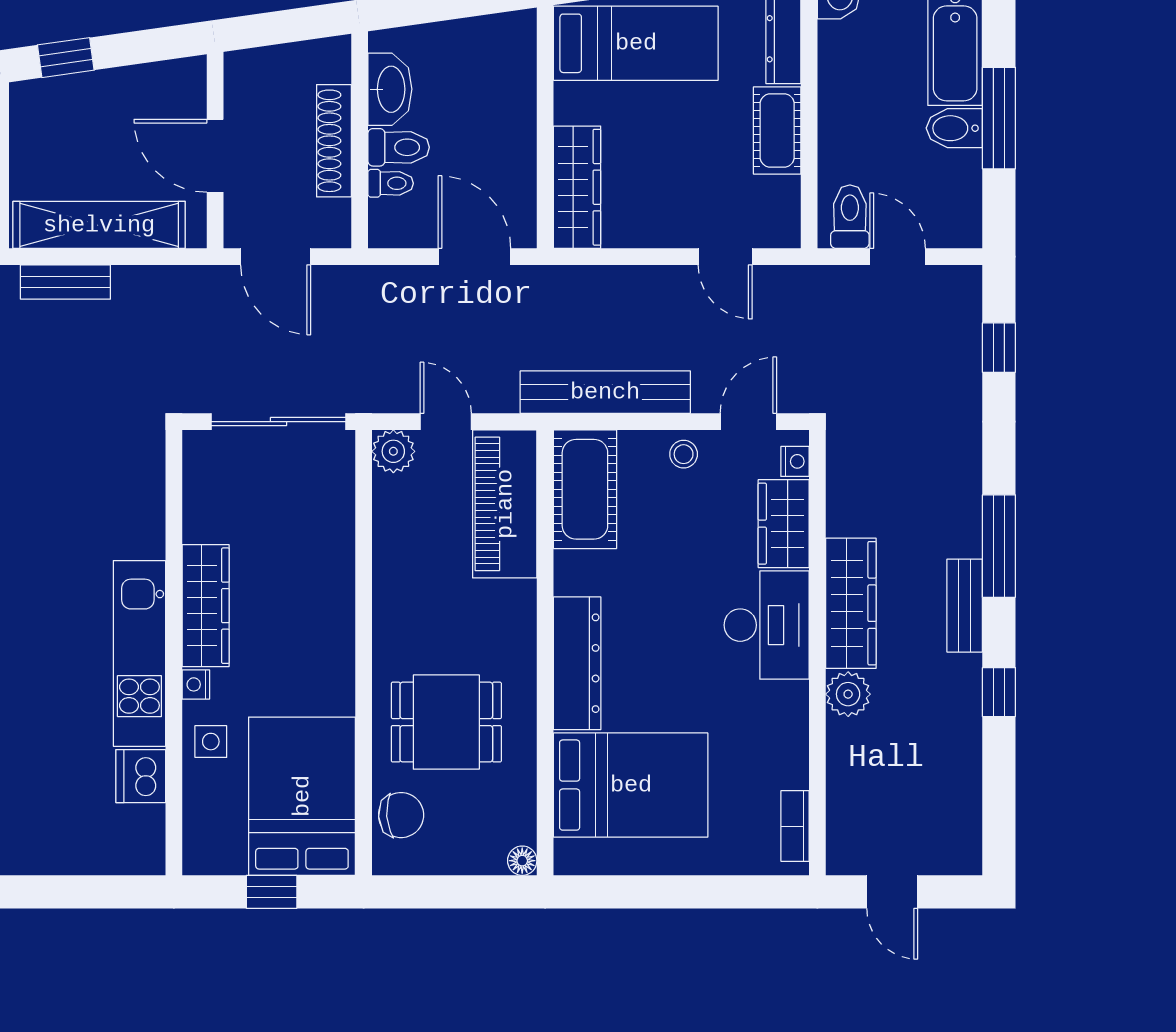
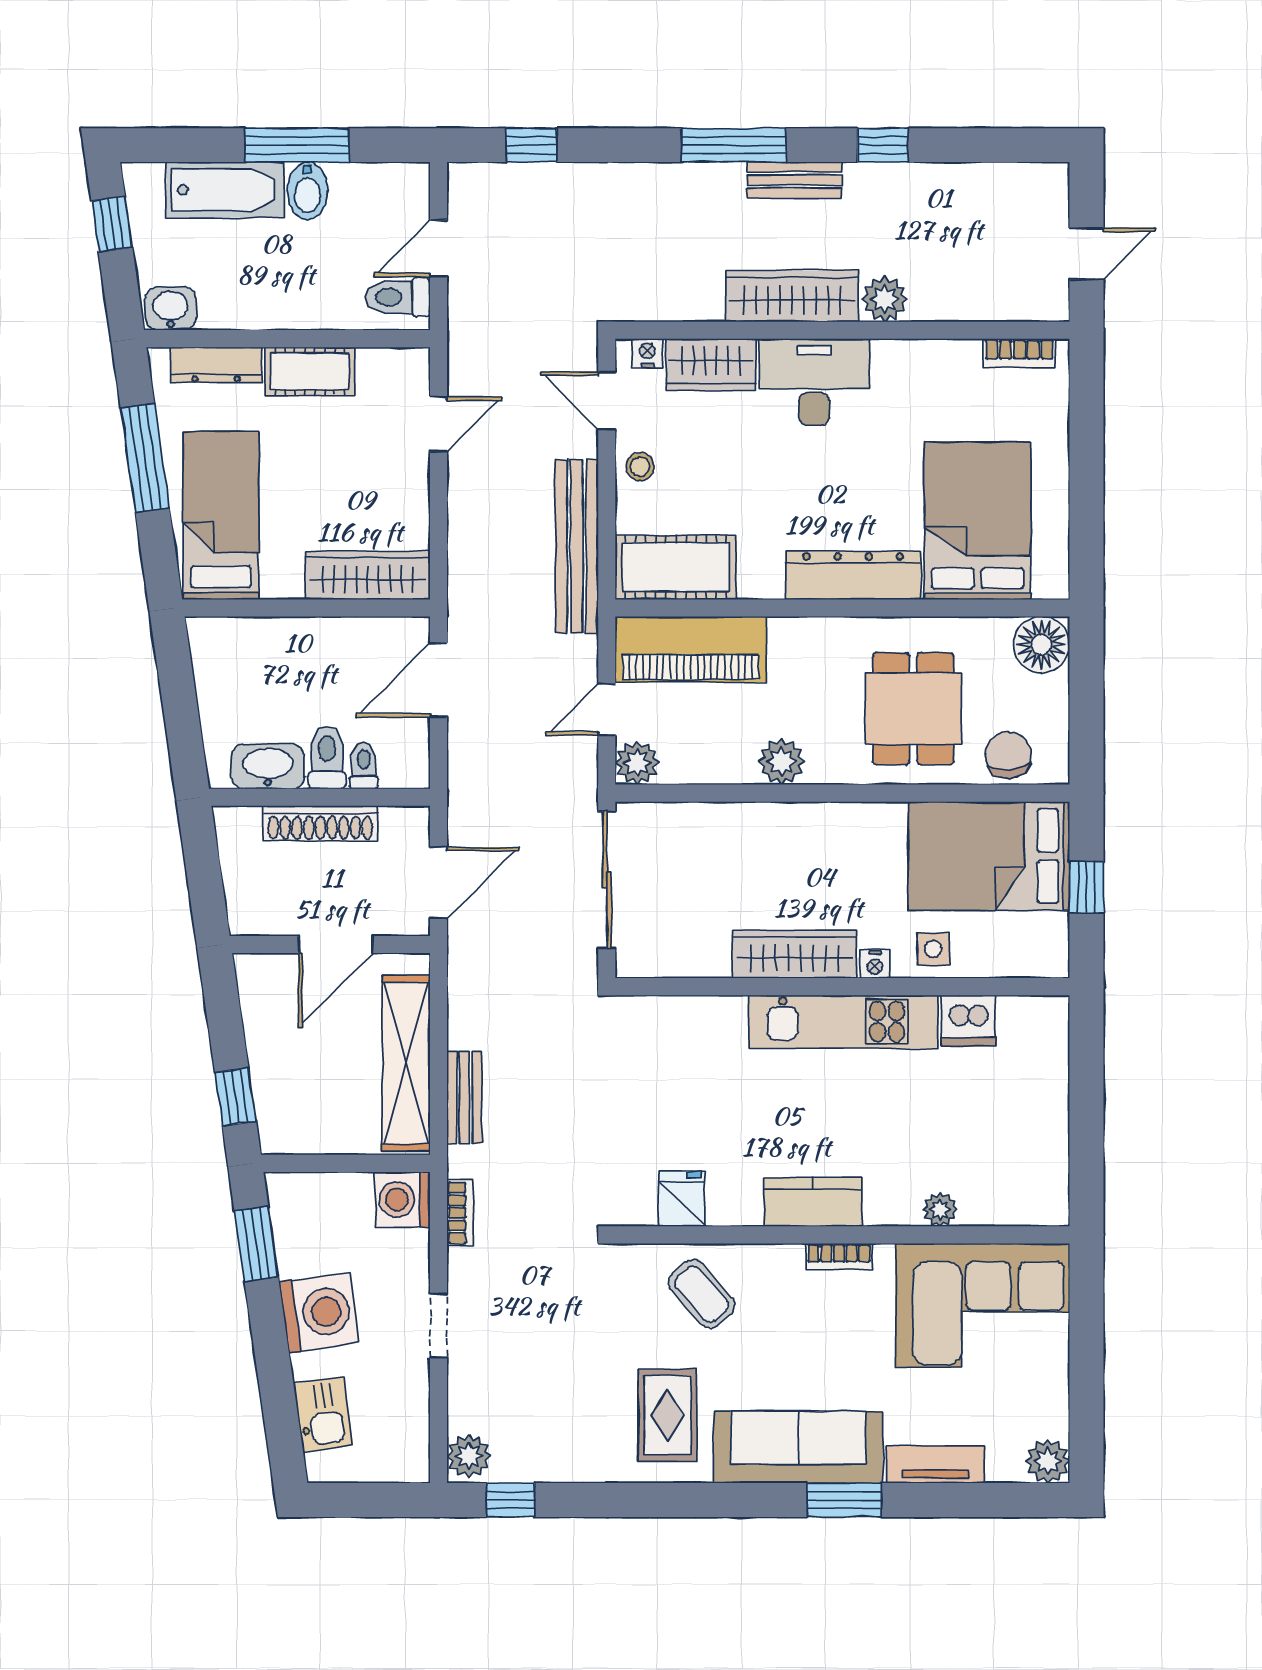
plant: (395, 593) -> (782, 762), added
floor lamp: (522, 861) -> (1041, 645), width x1.89, depth x1.89

